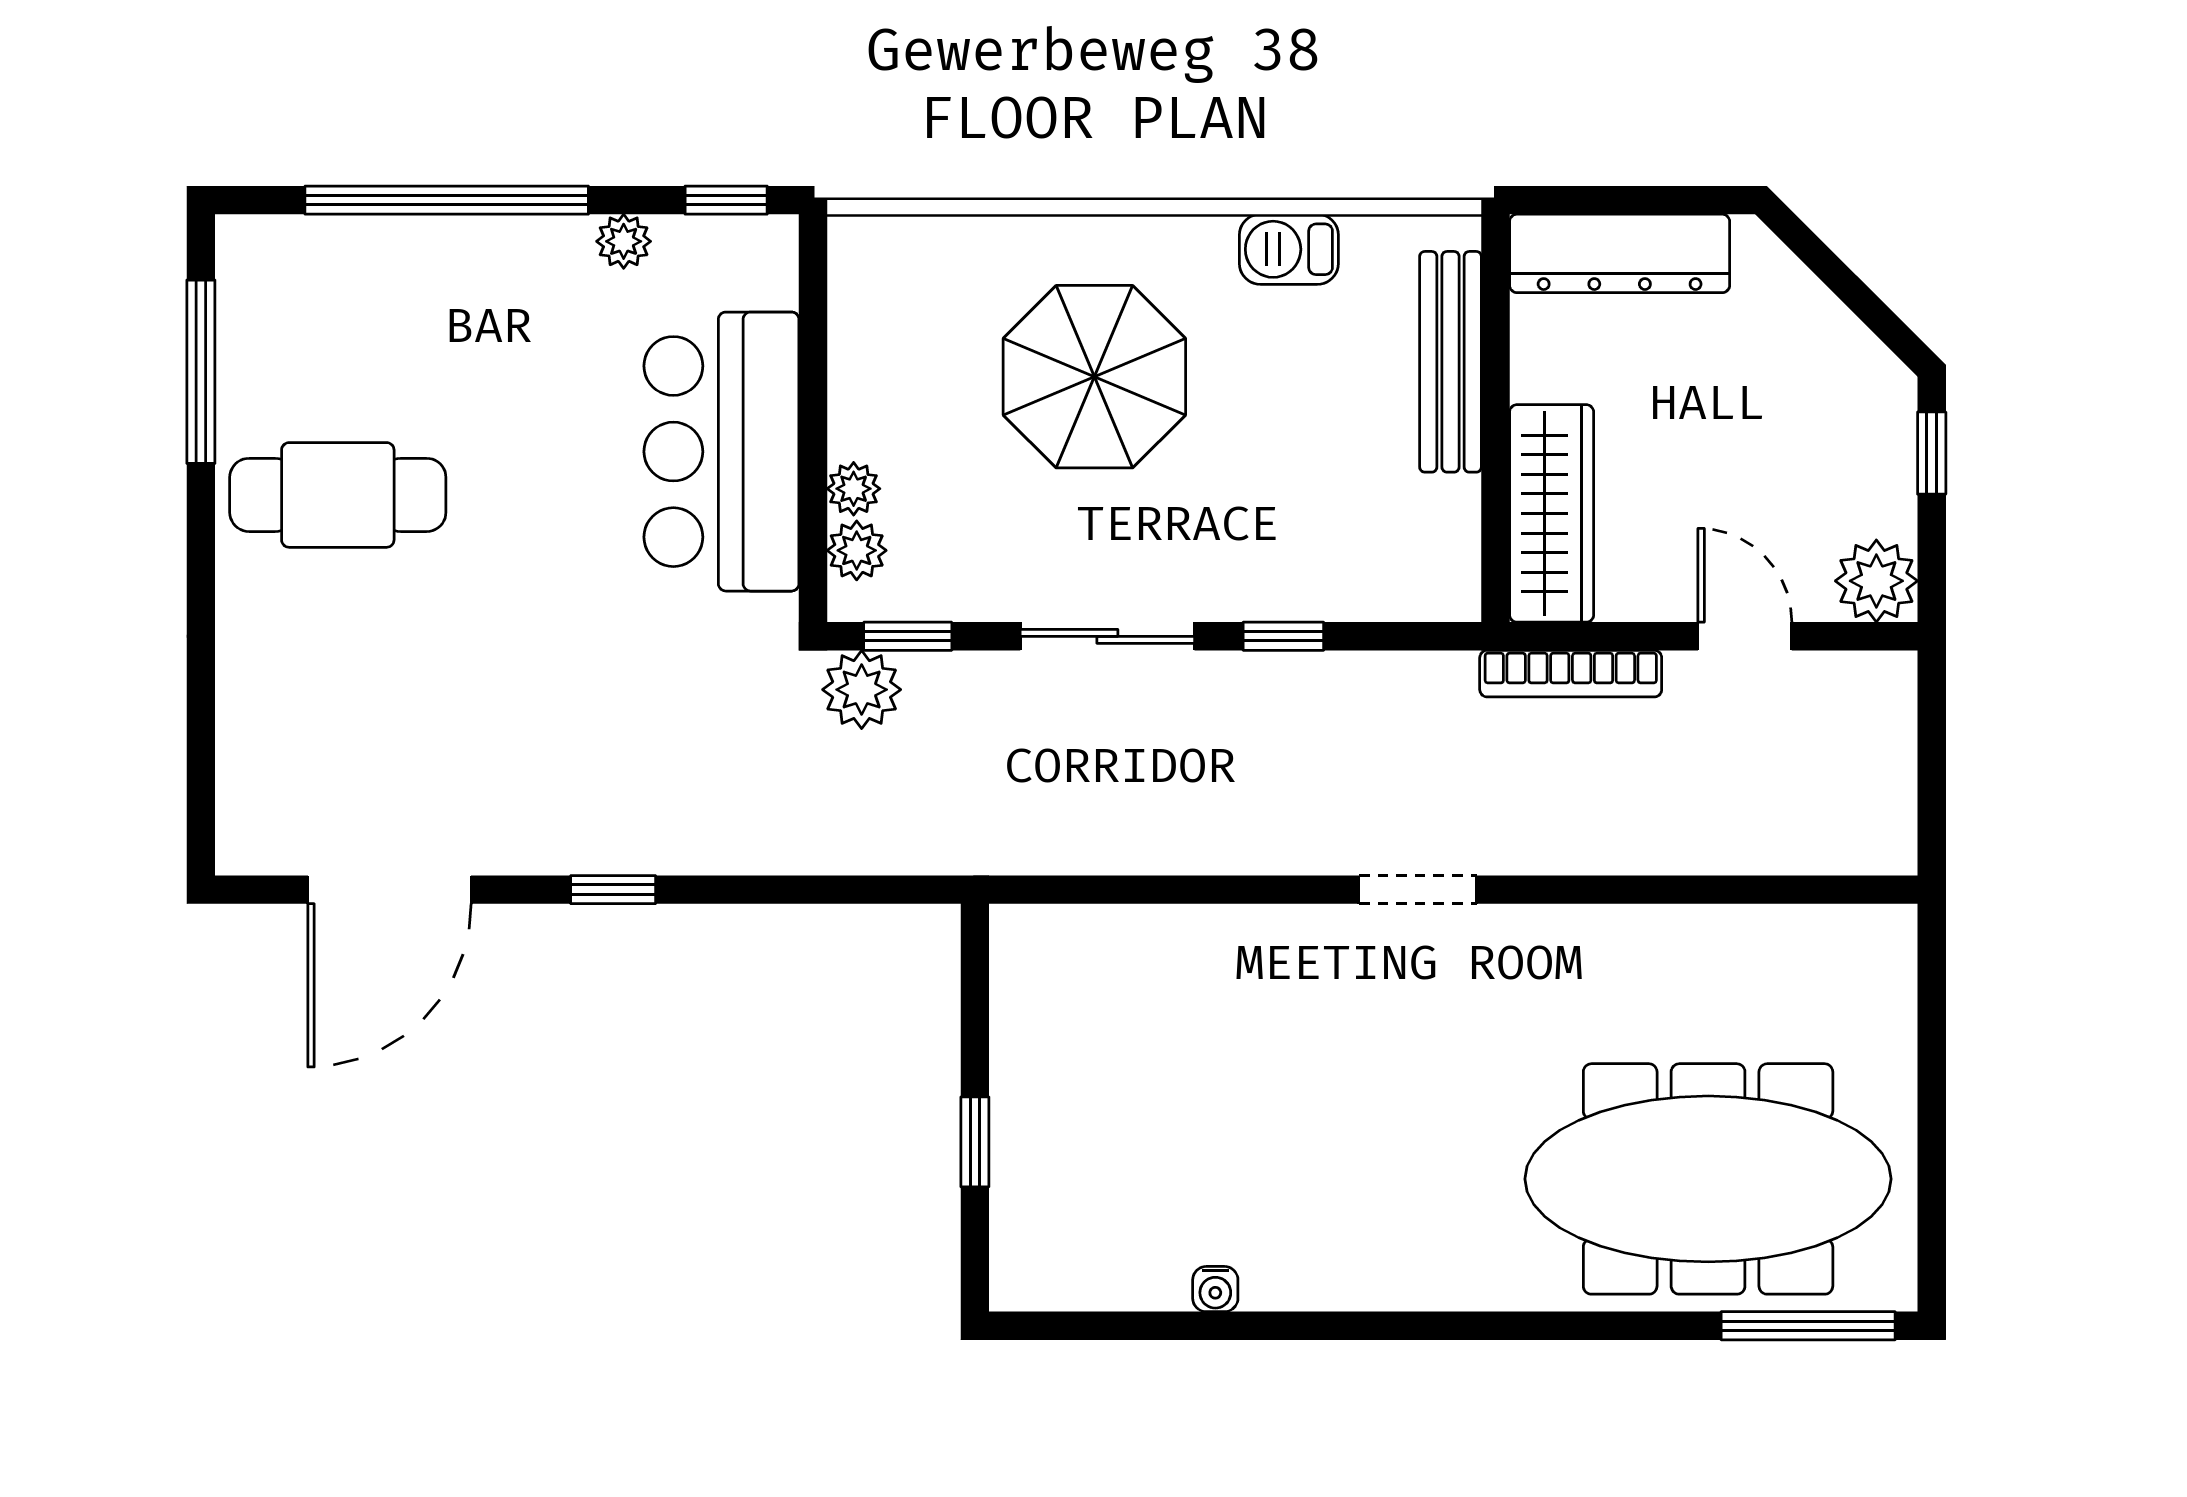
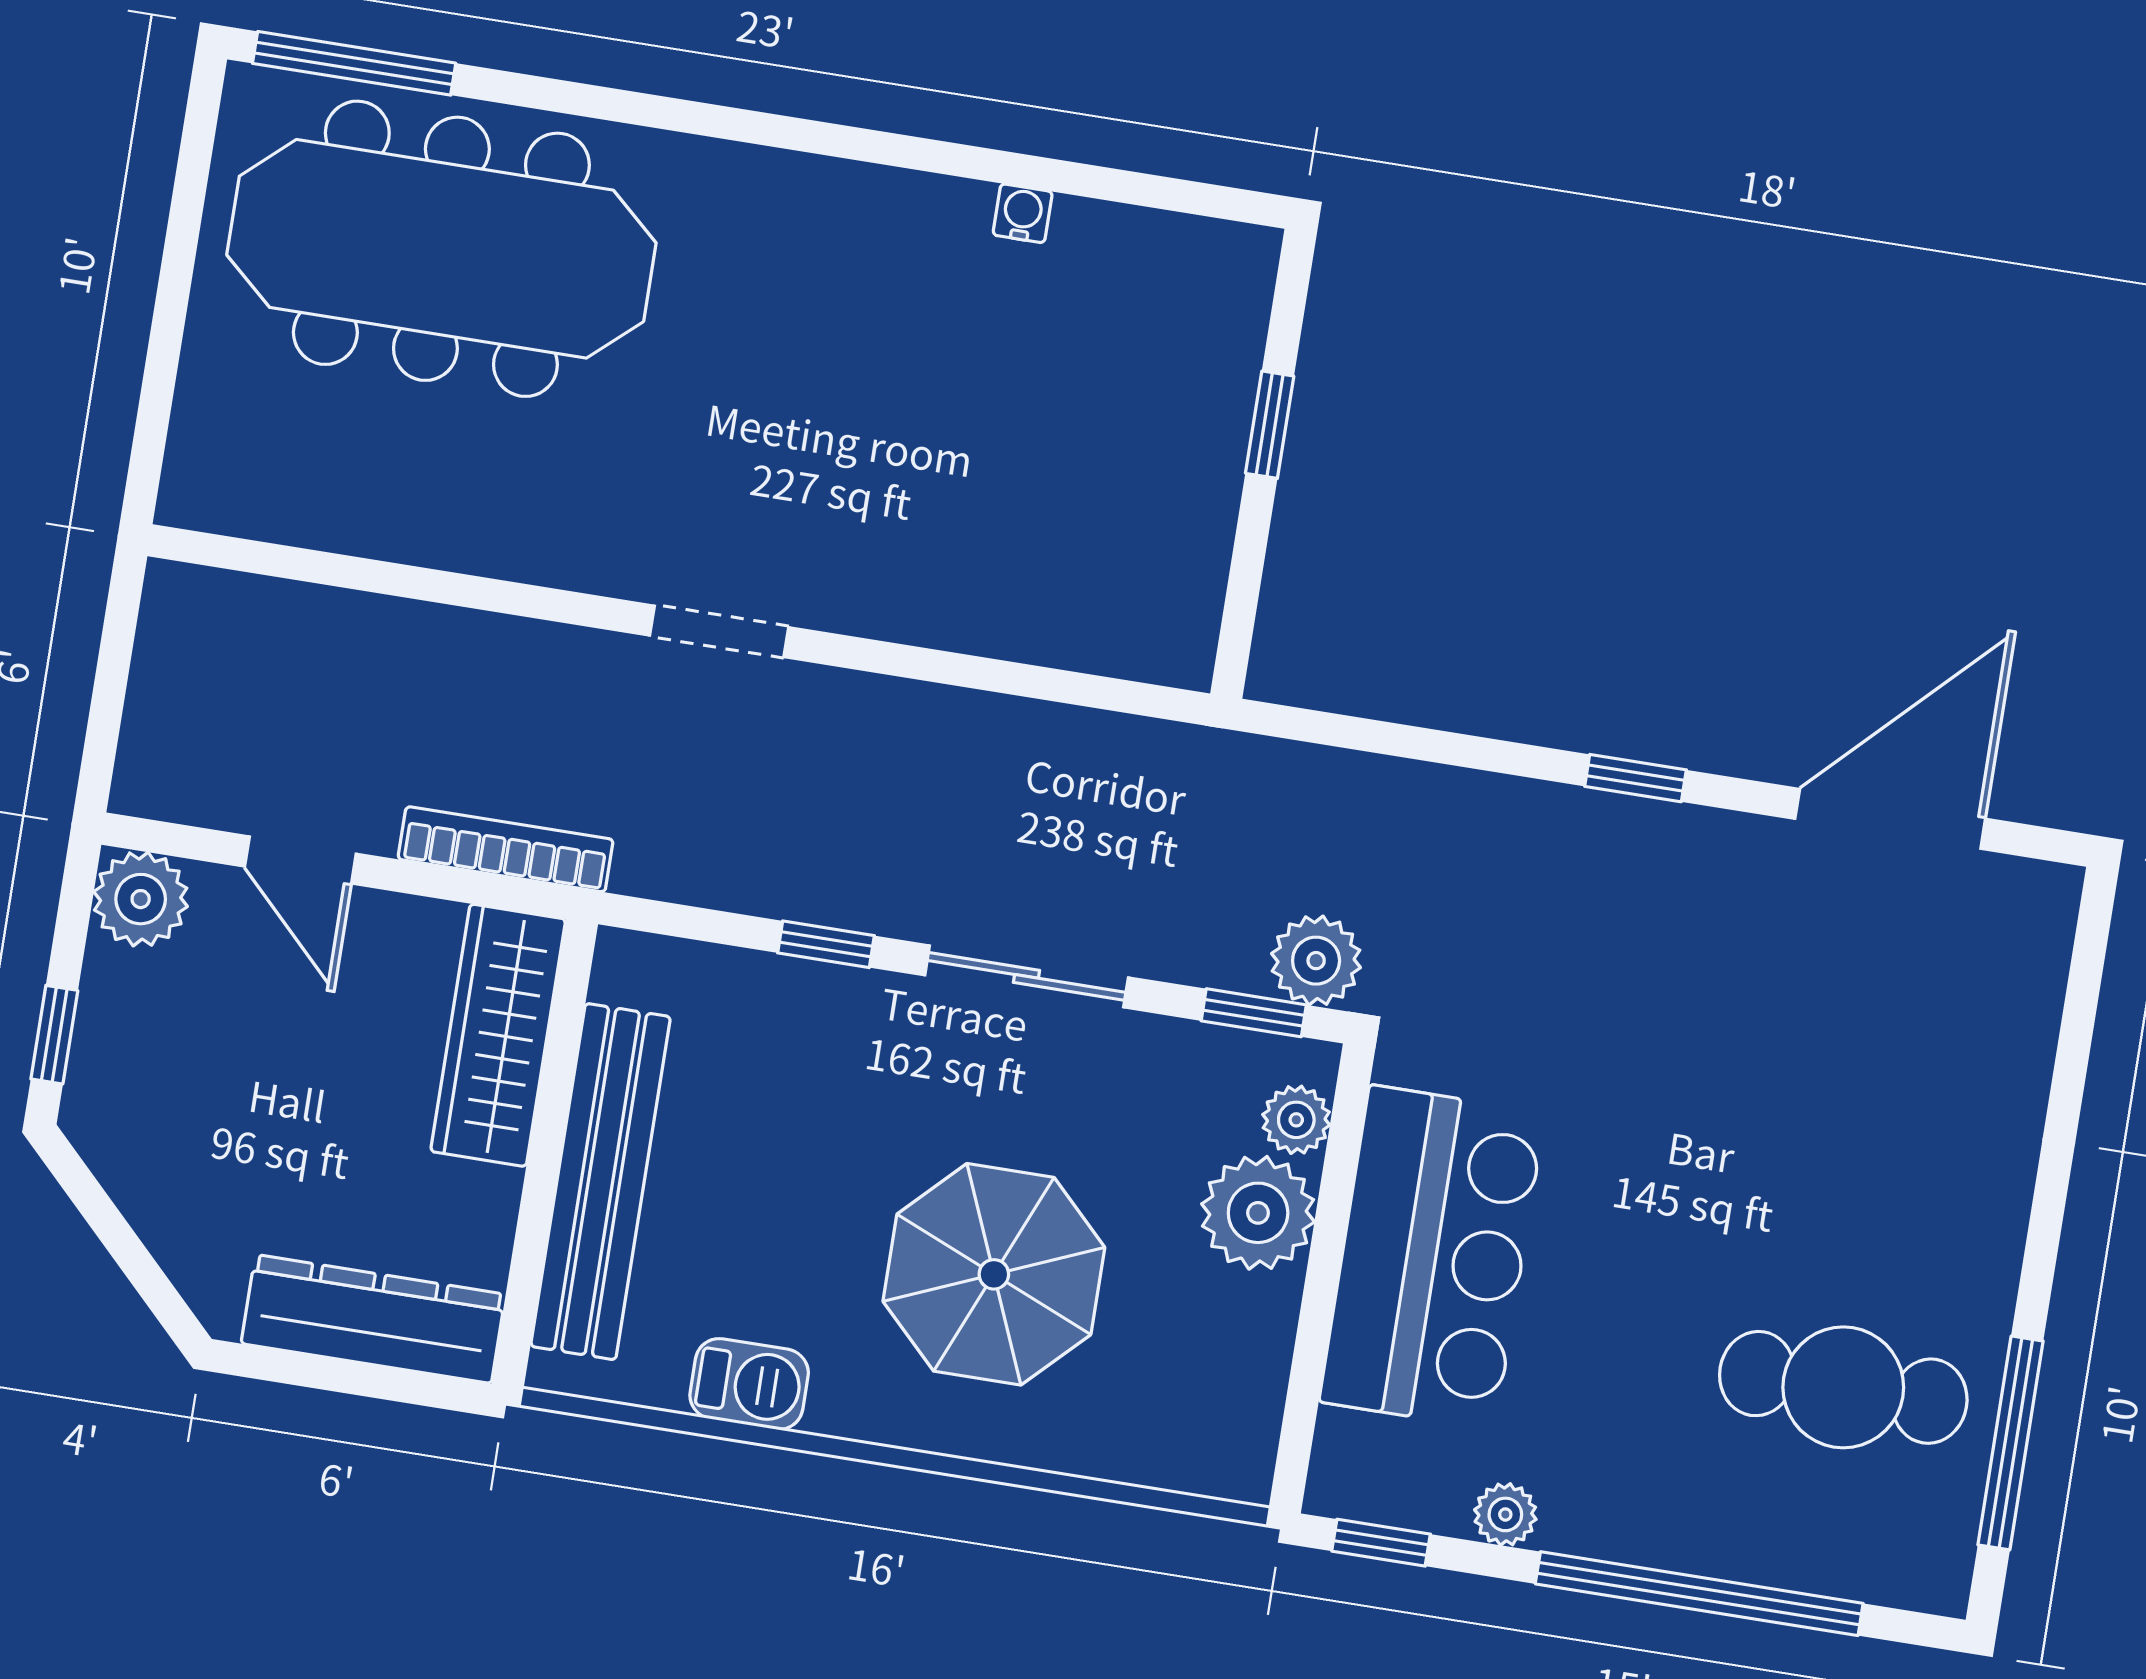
bench: (1451, 362) -> (601, 1182), width x1.37, depth x1.21
plant: (854, 489) -> (1258, 1213), width x1.88, depth x1.88
cafe table: (338, 495) -> (1843, 1387), moved

